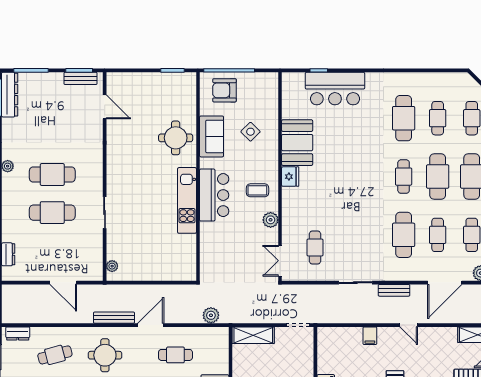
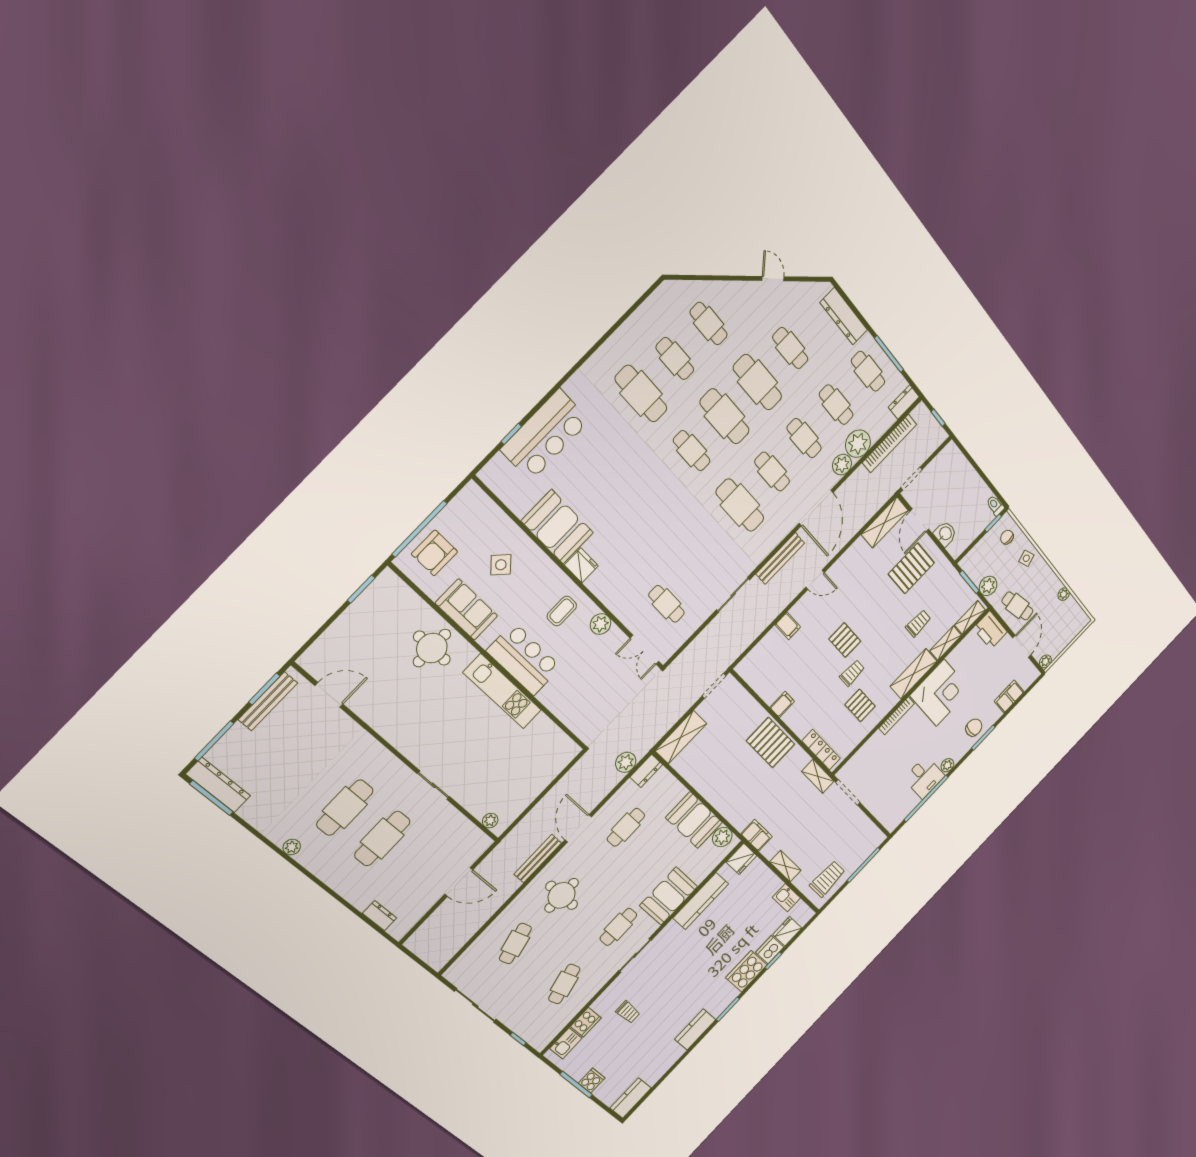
bench: (80, 78) -> (268, 701), width x1.36
bench: (394, 290) -> (780, 558), width x1.36
dresser: (18, 333) -> (646, 771), moved

